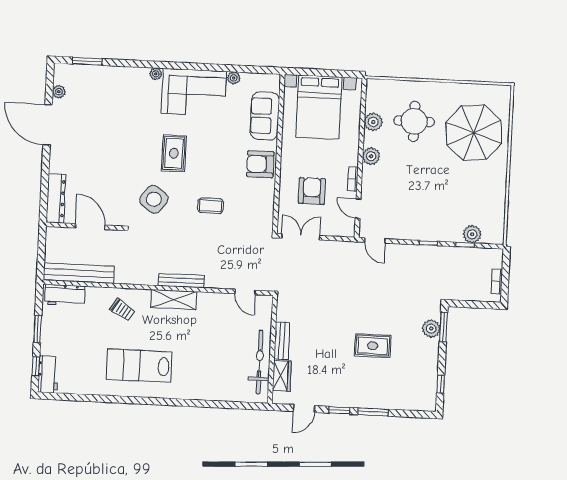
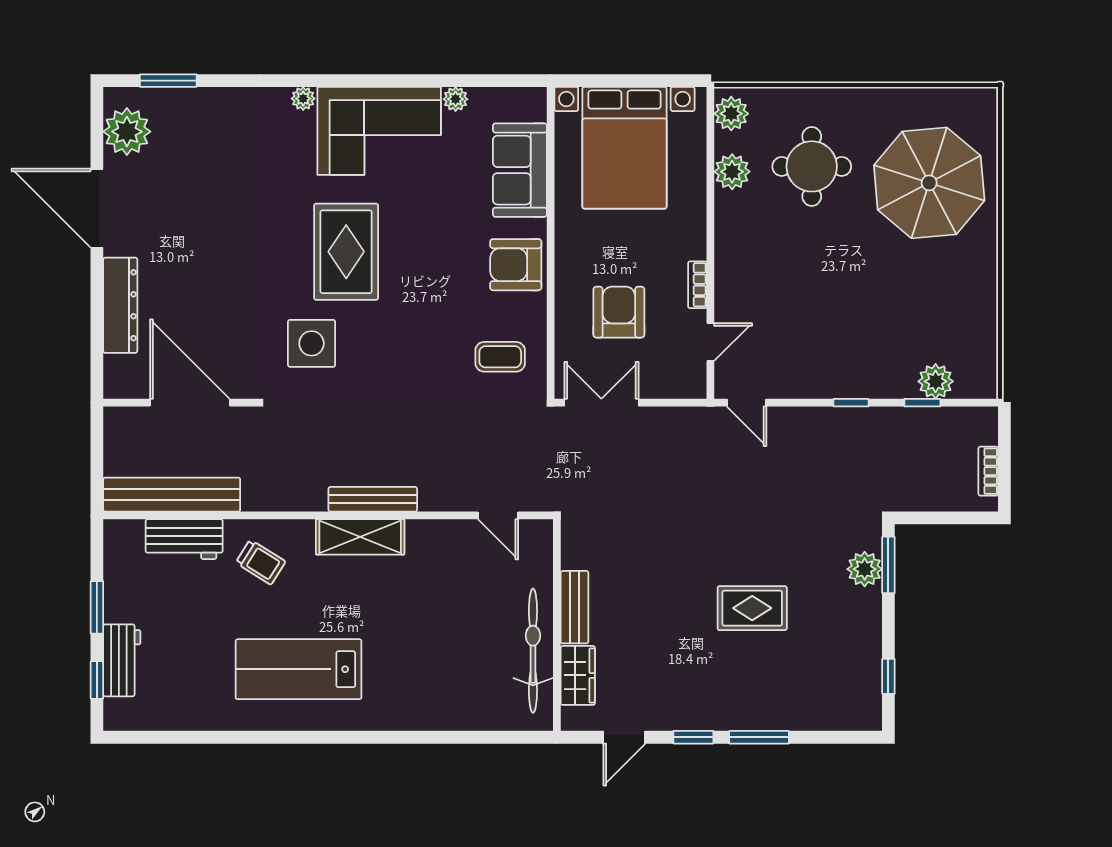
plant: (59, 92) -> (127, 132), width x1.88, depth x1.88
rug: (174, 153) -> (346, 252), width x1.36, depth x1.43
plant: (371, 156) -> (731, 114), moved
dresser: (56, 198) -> (120, 305), moved
side table: (154, 199) -> (312, 343), turned -37
coffee table: (211, 206) -> (500, 357), moved
door: (358, 209) -> (710, 342), swing flipped
door: (90, 227) -> (190, 403), width x1.36
workbench: (65, 295) -> (184, 539), moved
workbench: (48, 374) -> (122, 660), moved

